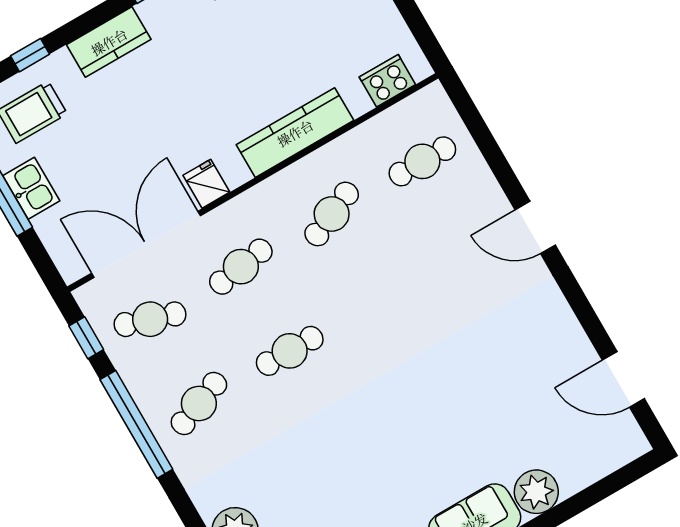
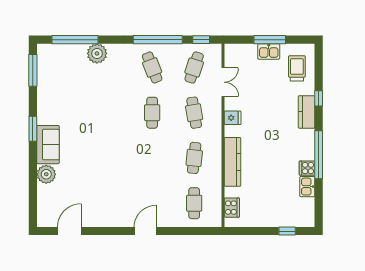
window: (30, 55) -> (319, 98), moved
cafe table: (332, 214) -> (194, 158), turned 30
double door: (146, 244) -> (223, 82), width x0.54

